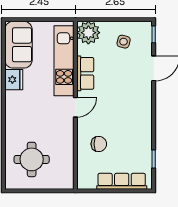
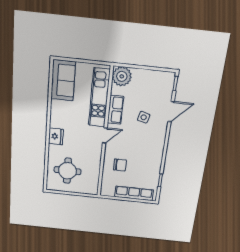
side table: (124, 42) -> (144, 117), moved
fridge: (14, 80) -> (56, 136), moved

